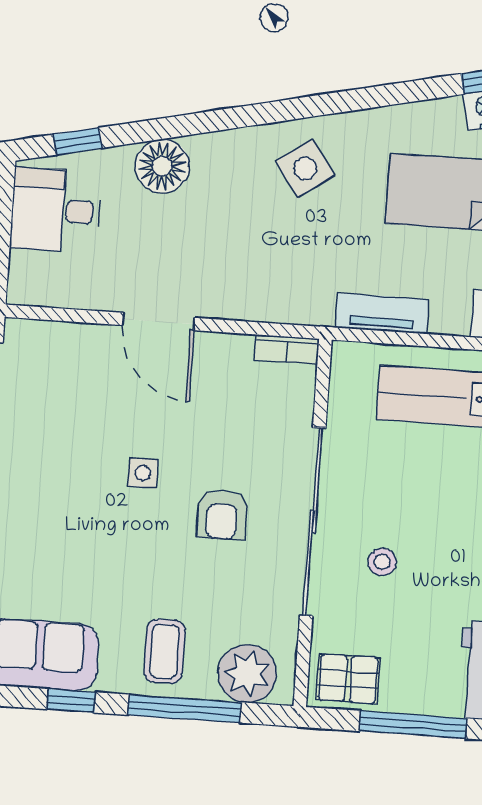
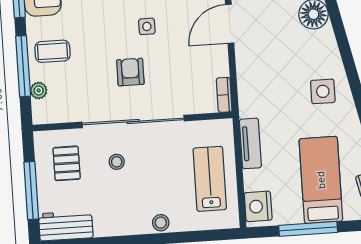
side table: (305, 168) -> (323, 91), turned 36
armchair: (222, 515) -> (130, 72), turned 90
plant: (247, 674) -> (39, 90), width x0.53, depth x0.53
pallet: (348, 679) -> (67, 163), moved

